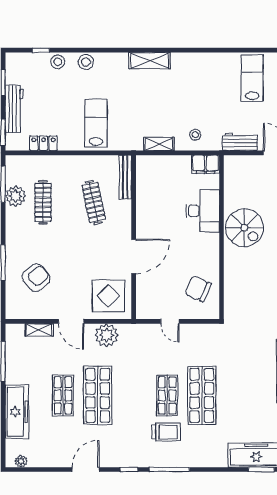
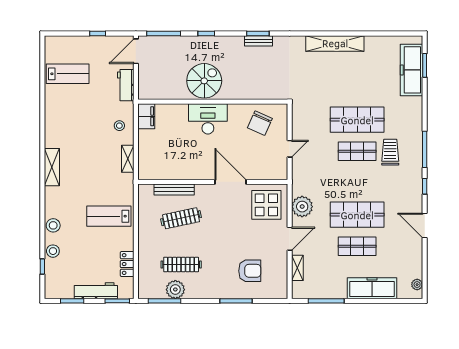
lab bench: (252, 78) -> (68, 74), turned 180
bench: (125, 177) -> (174, 189), moved
desk: (203, 211) -> (208, 119), moved
armchair: (36, 278) -> (250, 271), turned 129

